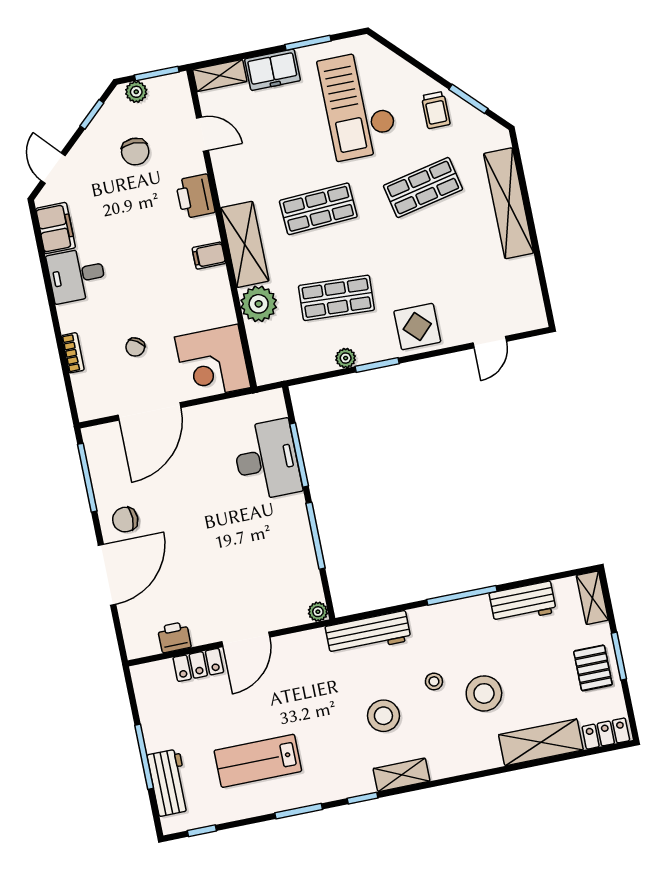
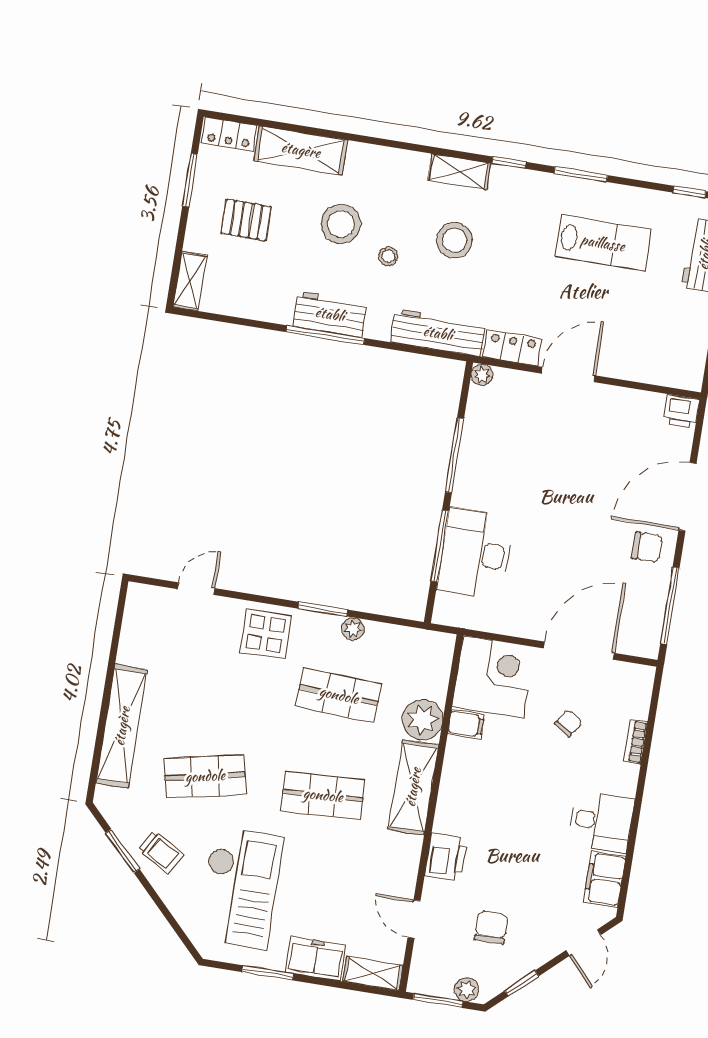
trolley: (436, 110) -> (161, 852), turned 120
filing cabinet: (209, 256) -> (466, 724), moved
workbench: (523, 603) -> (330, 314), moved
printer: (174, 637) -> (681, 411), moved
window: (619, 656) -> (190, 180), moved
locker: (198, 665) -> (512, 348), moved
pallet: (593, 668) -> (246, 220), moved, turned 90

